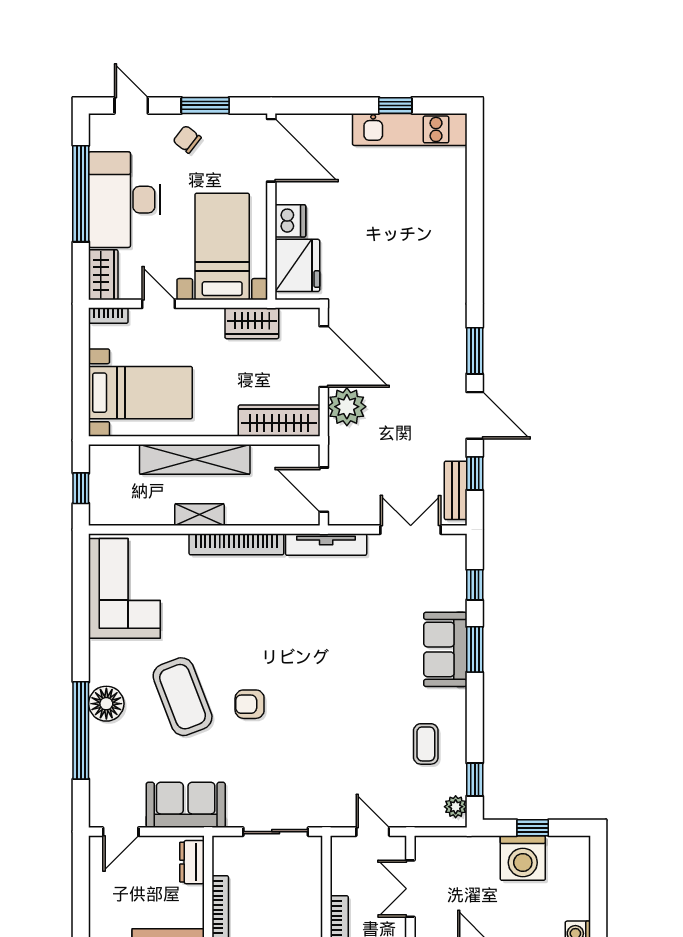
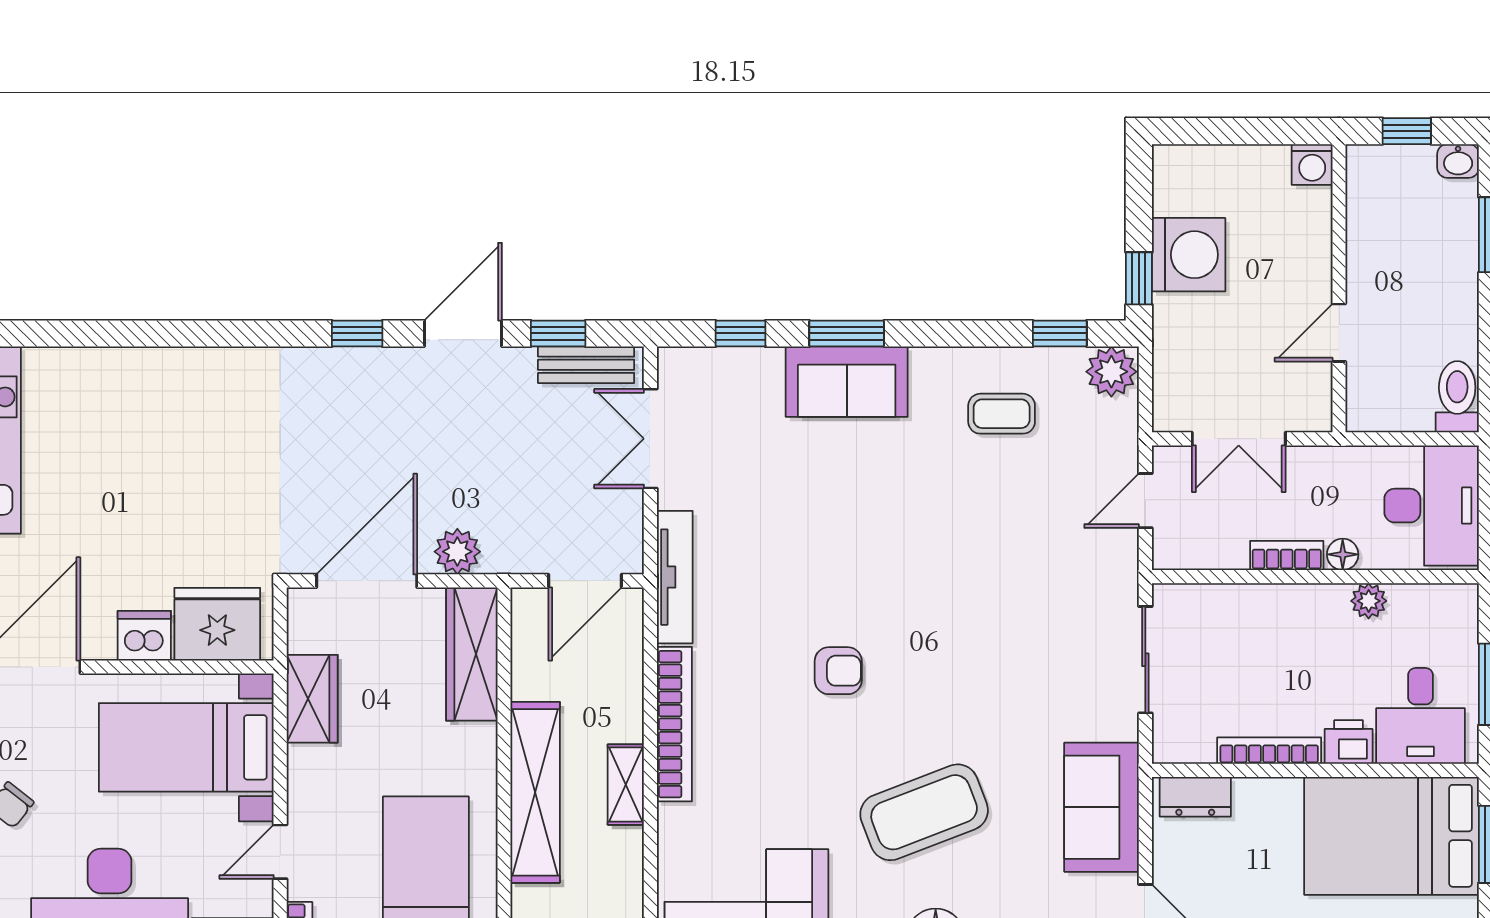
window: (475, 351) -> (357, 333), width x0.67
plant: (347, 407) -> (457, 552), width x0.73, depth x0.73
armchair: (250, 704) -> (838, 671), moved, turned -90
plant: (456, 807) -> (1111, 372), width x1.38, depth x1.38
window: (533, 828) -> (1139, 278), moved

